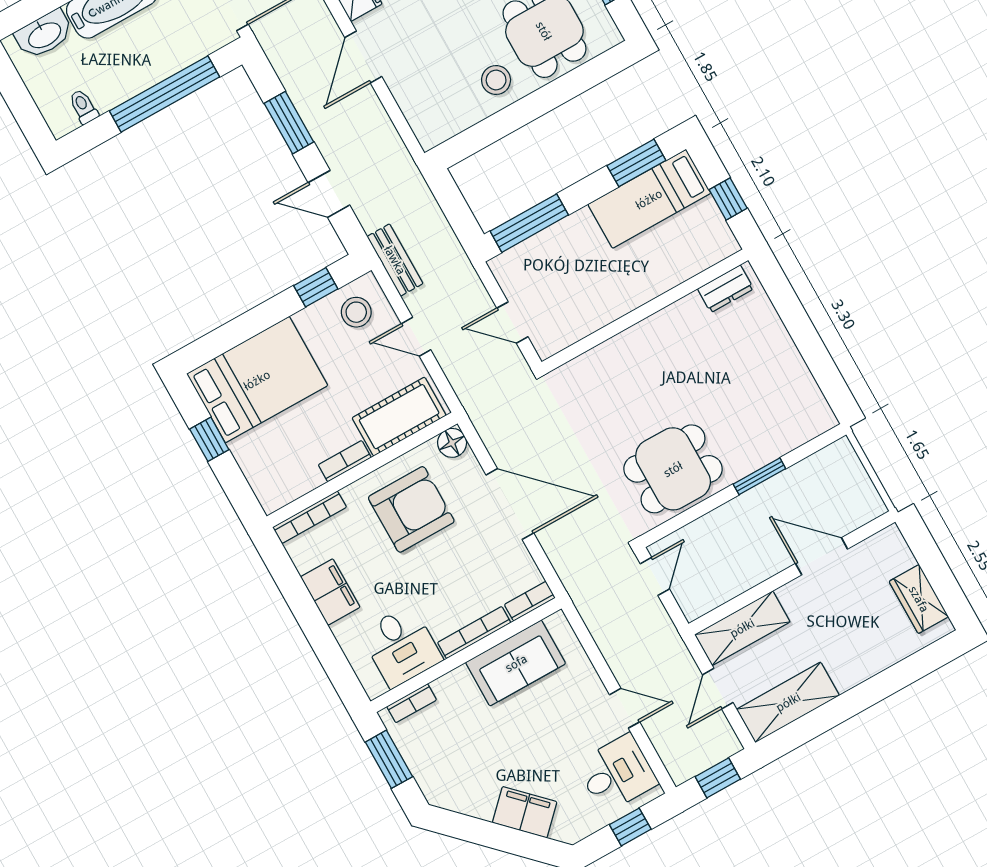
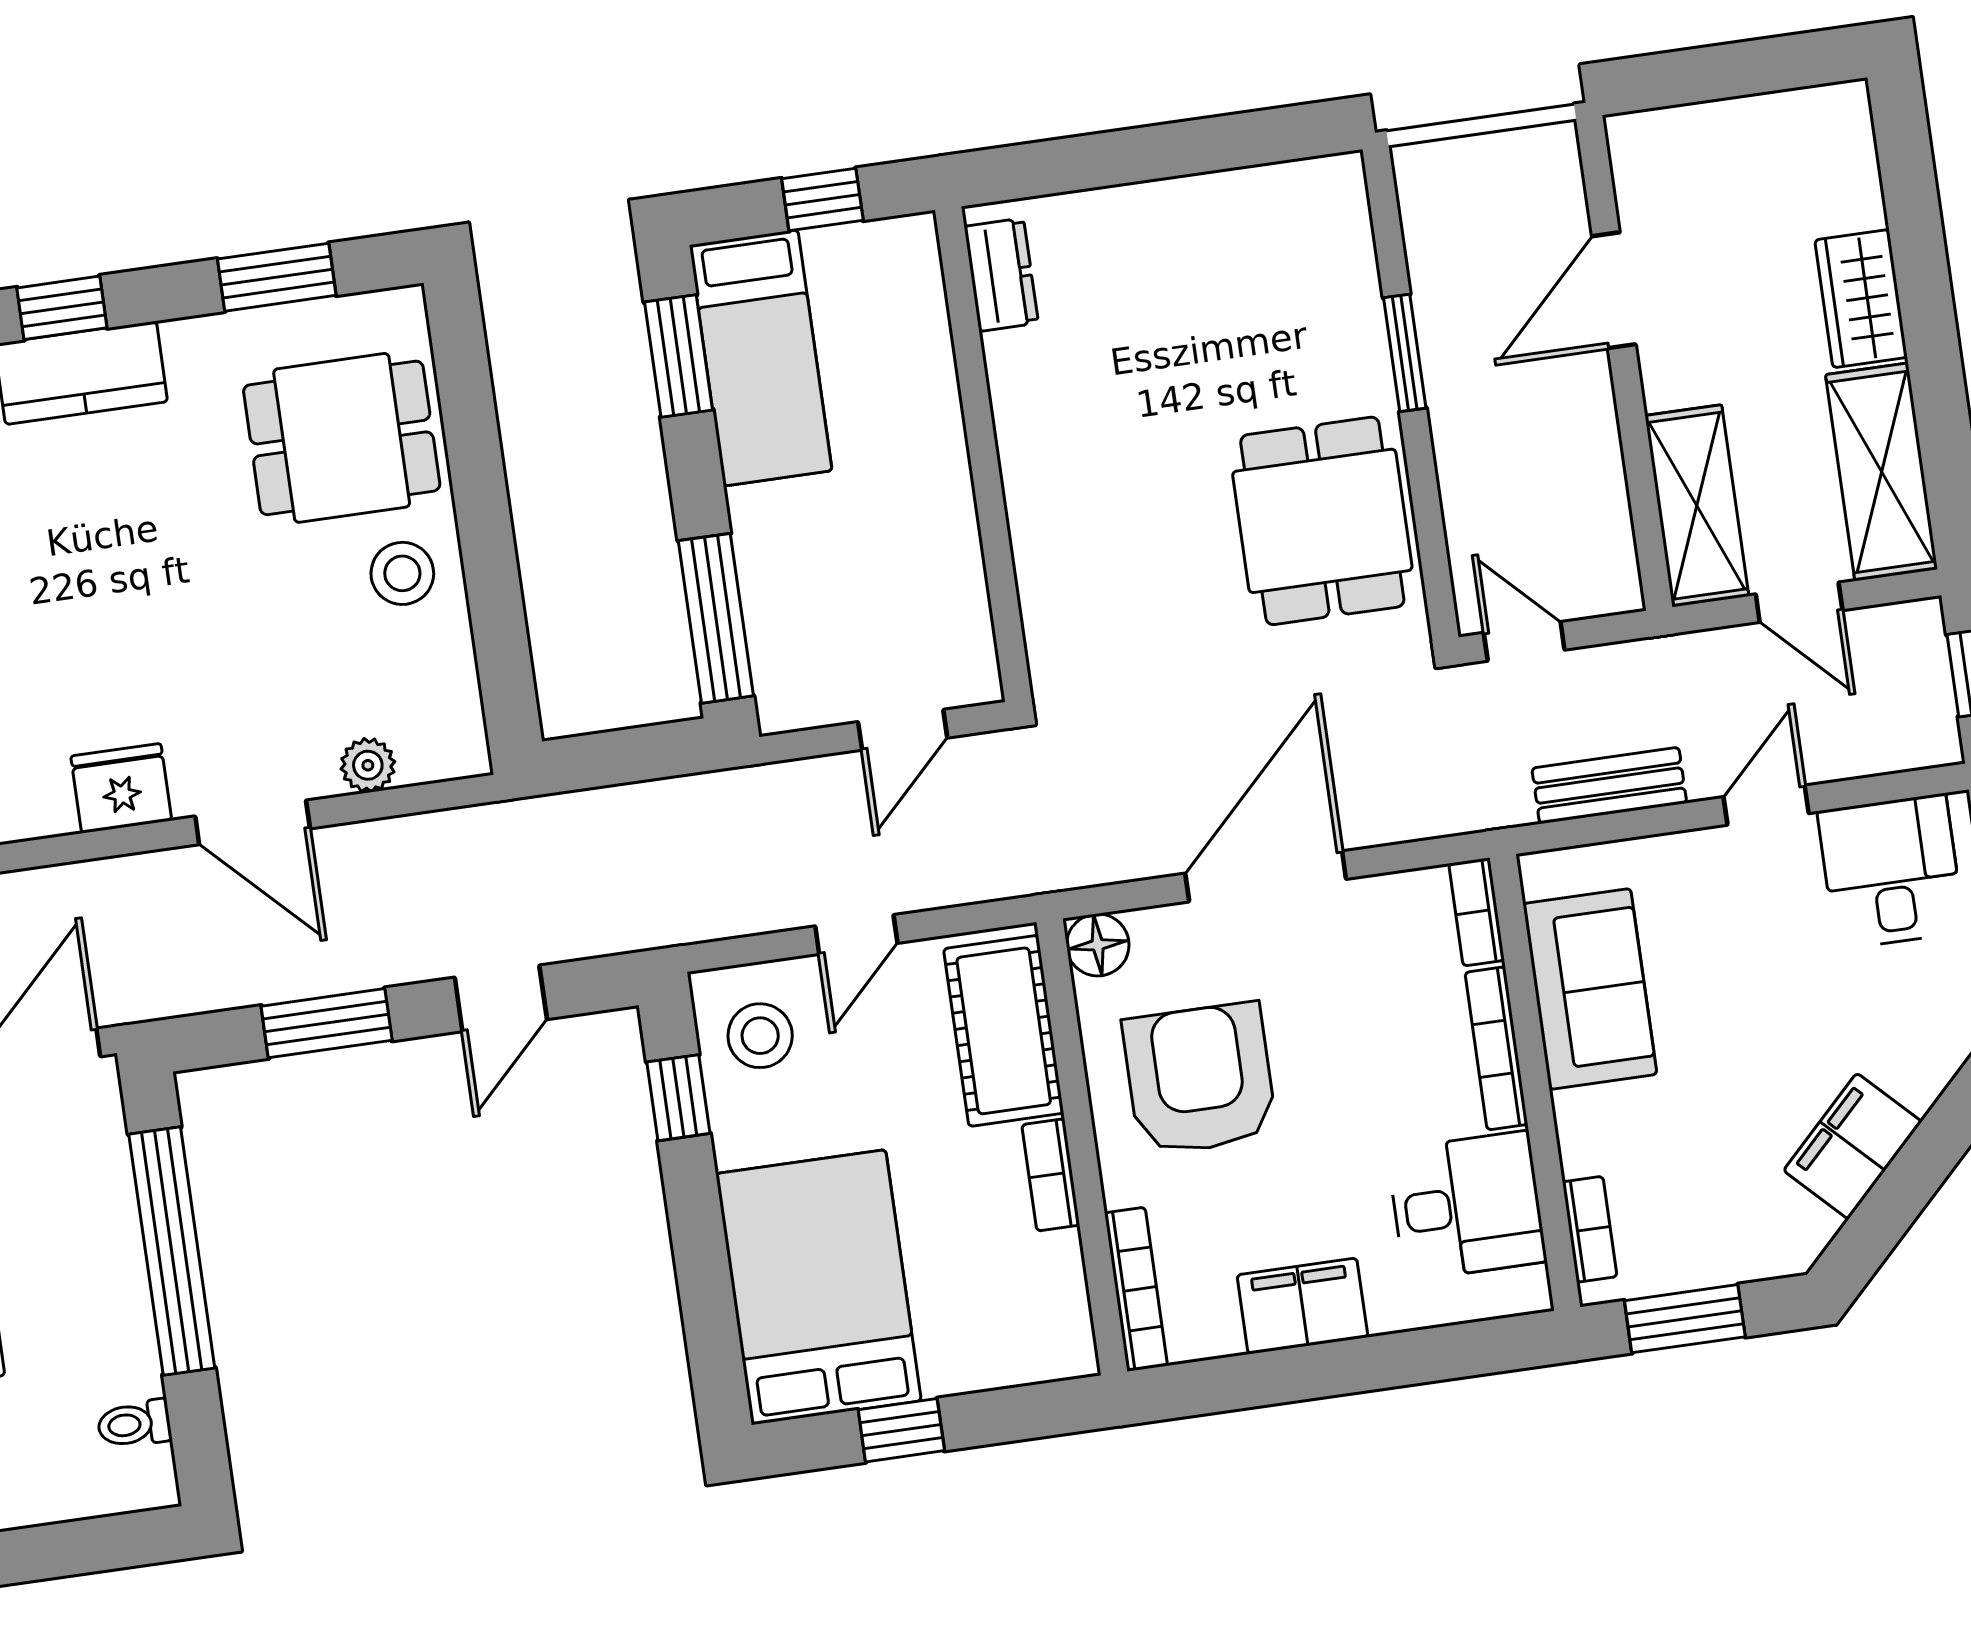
plant: (407, 97) -> (368, 765), added
bench: (395, 260) -> (1609, 786), moved
wardrobe: (919, 599) -> (1861, 299), moved, turned 90
filing cabinet: (525, 812) -> (1853, 1146), moved

